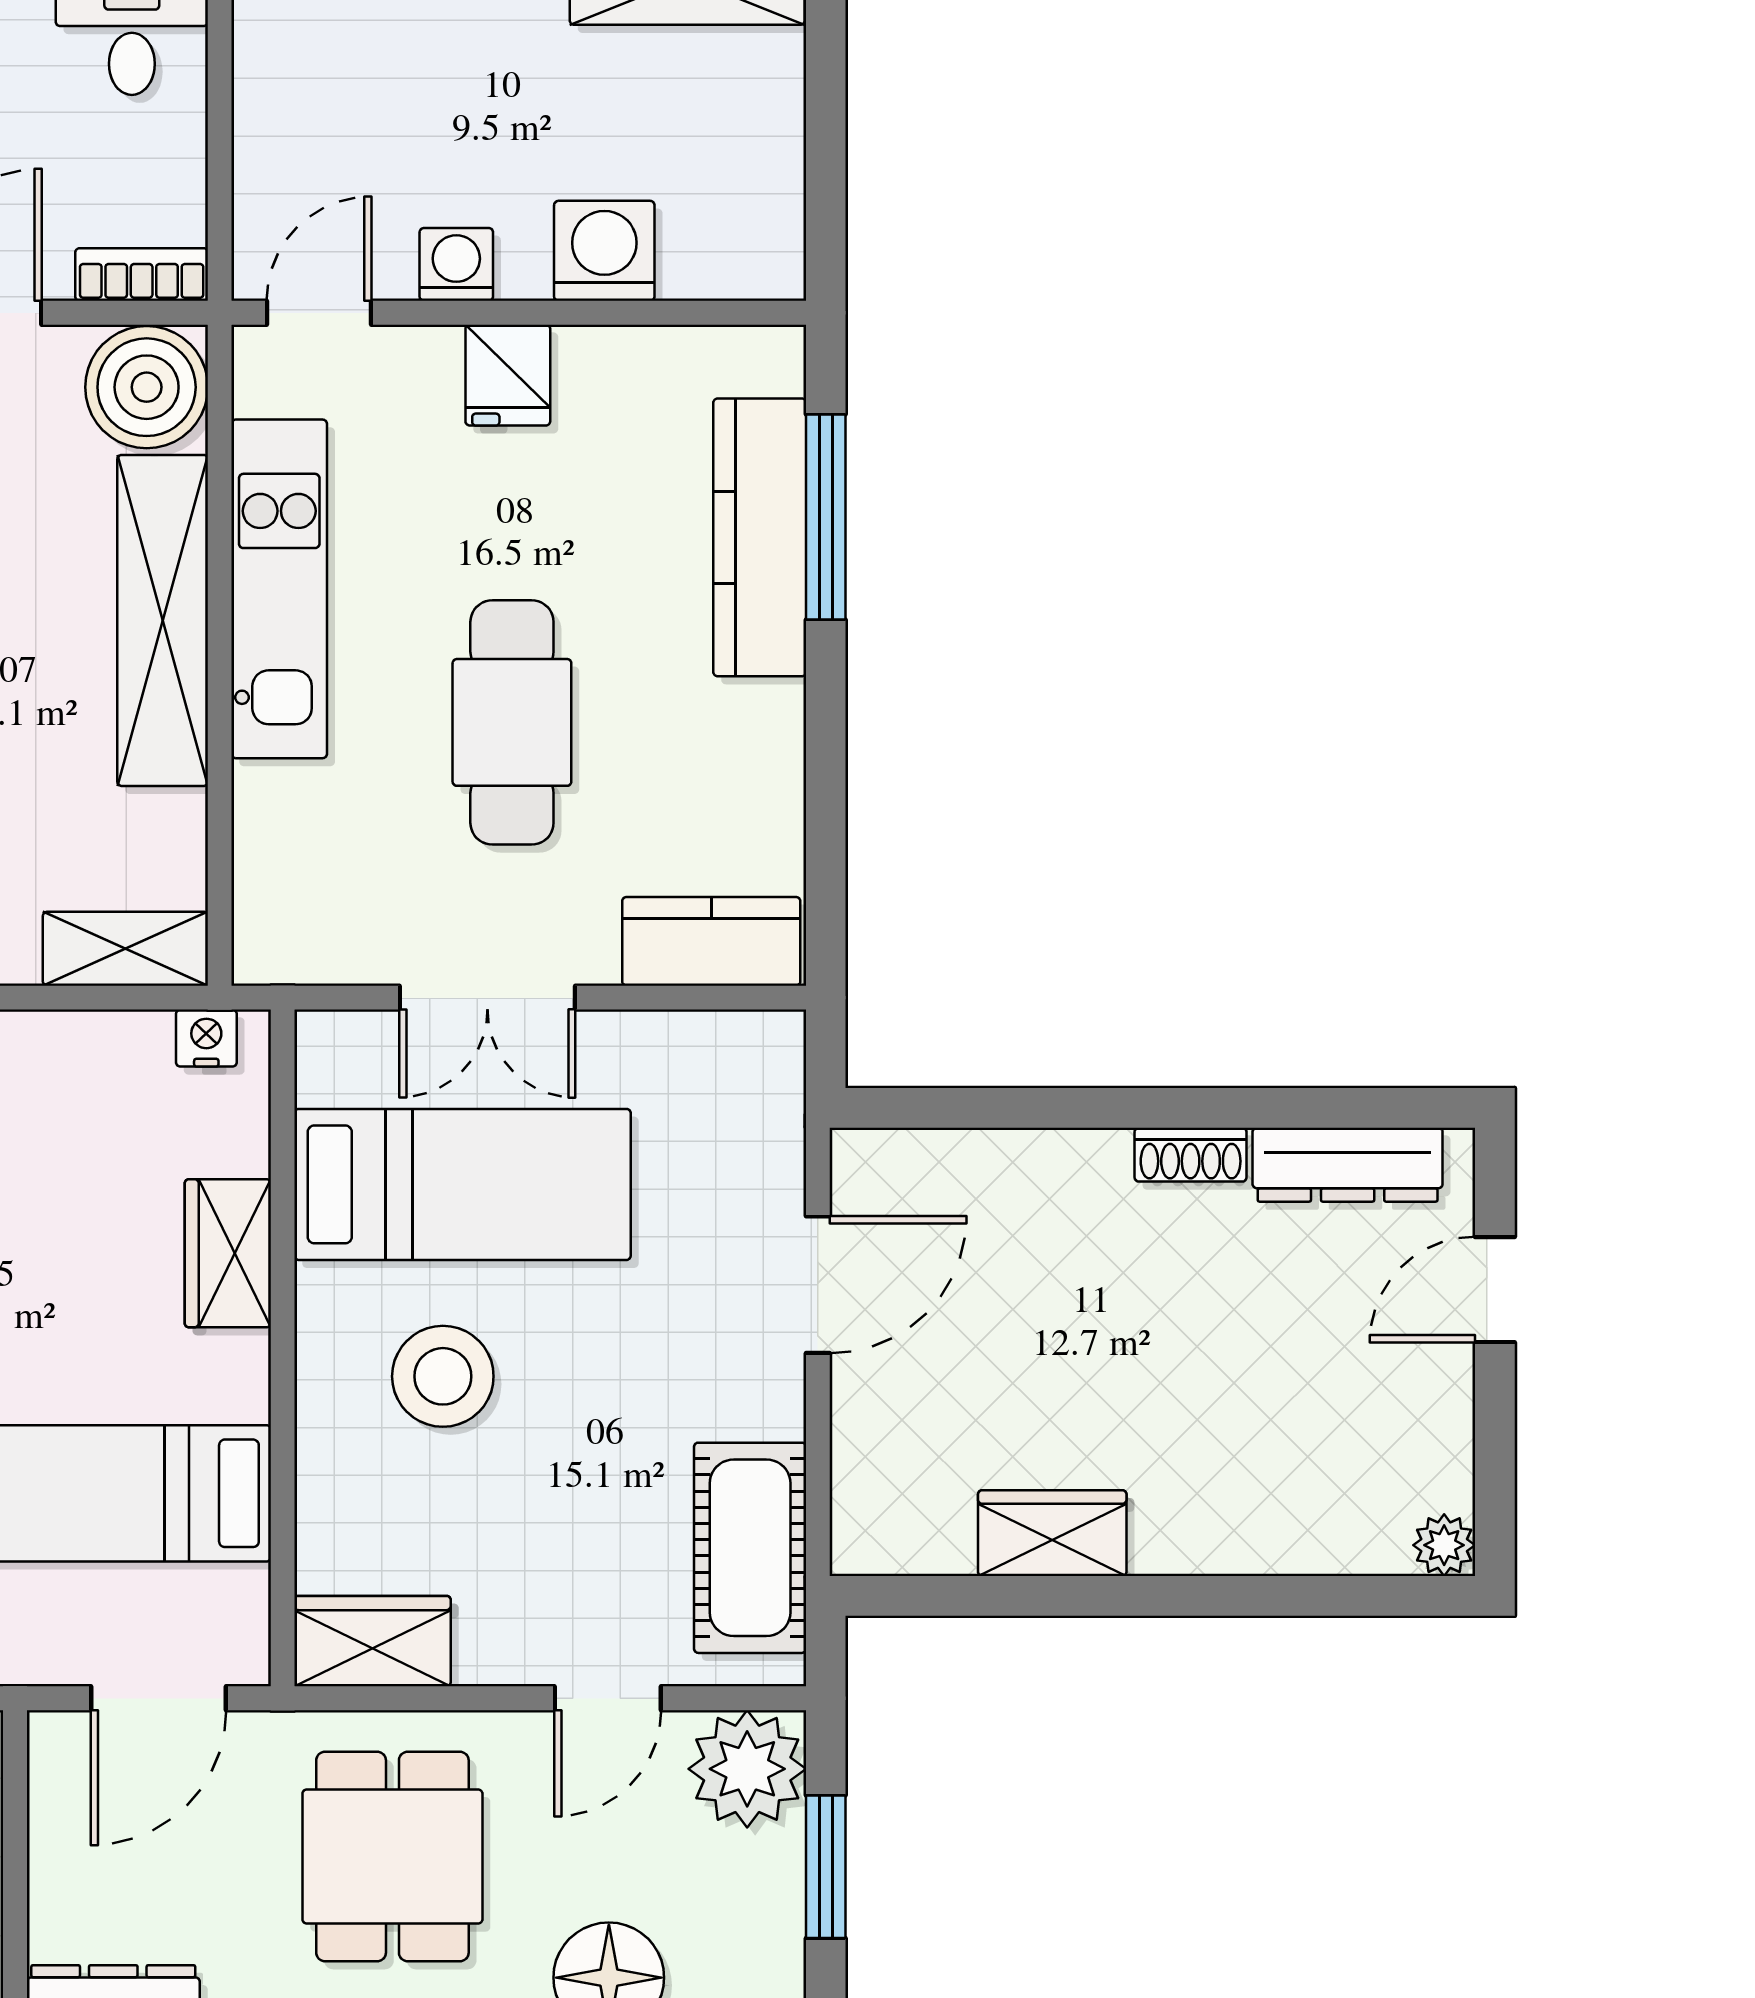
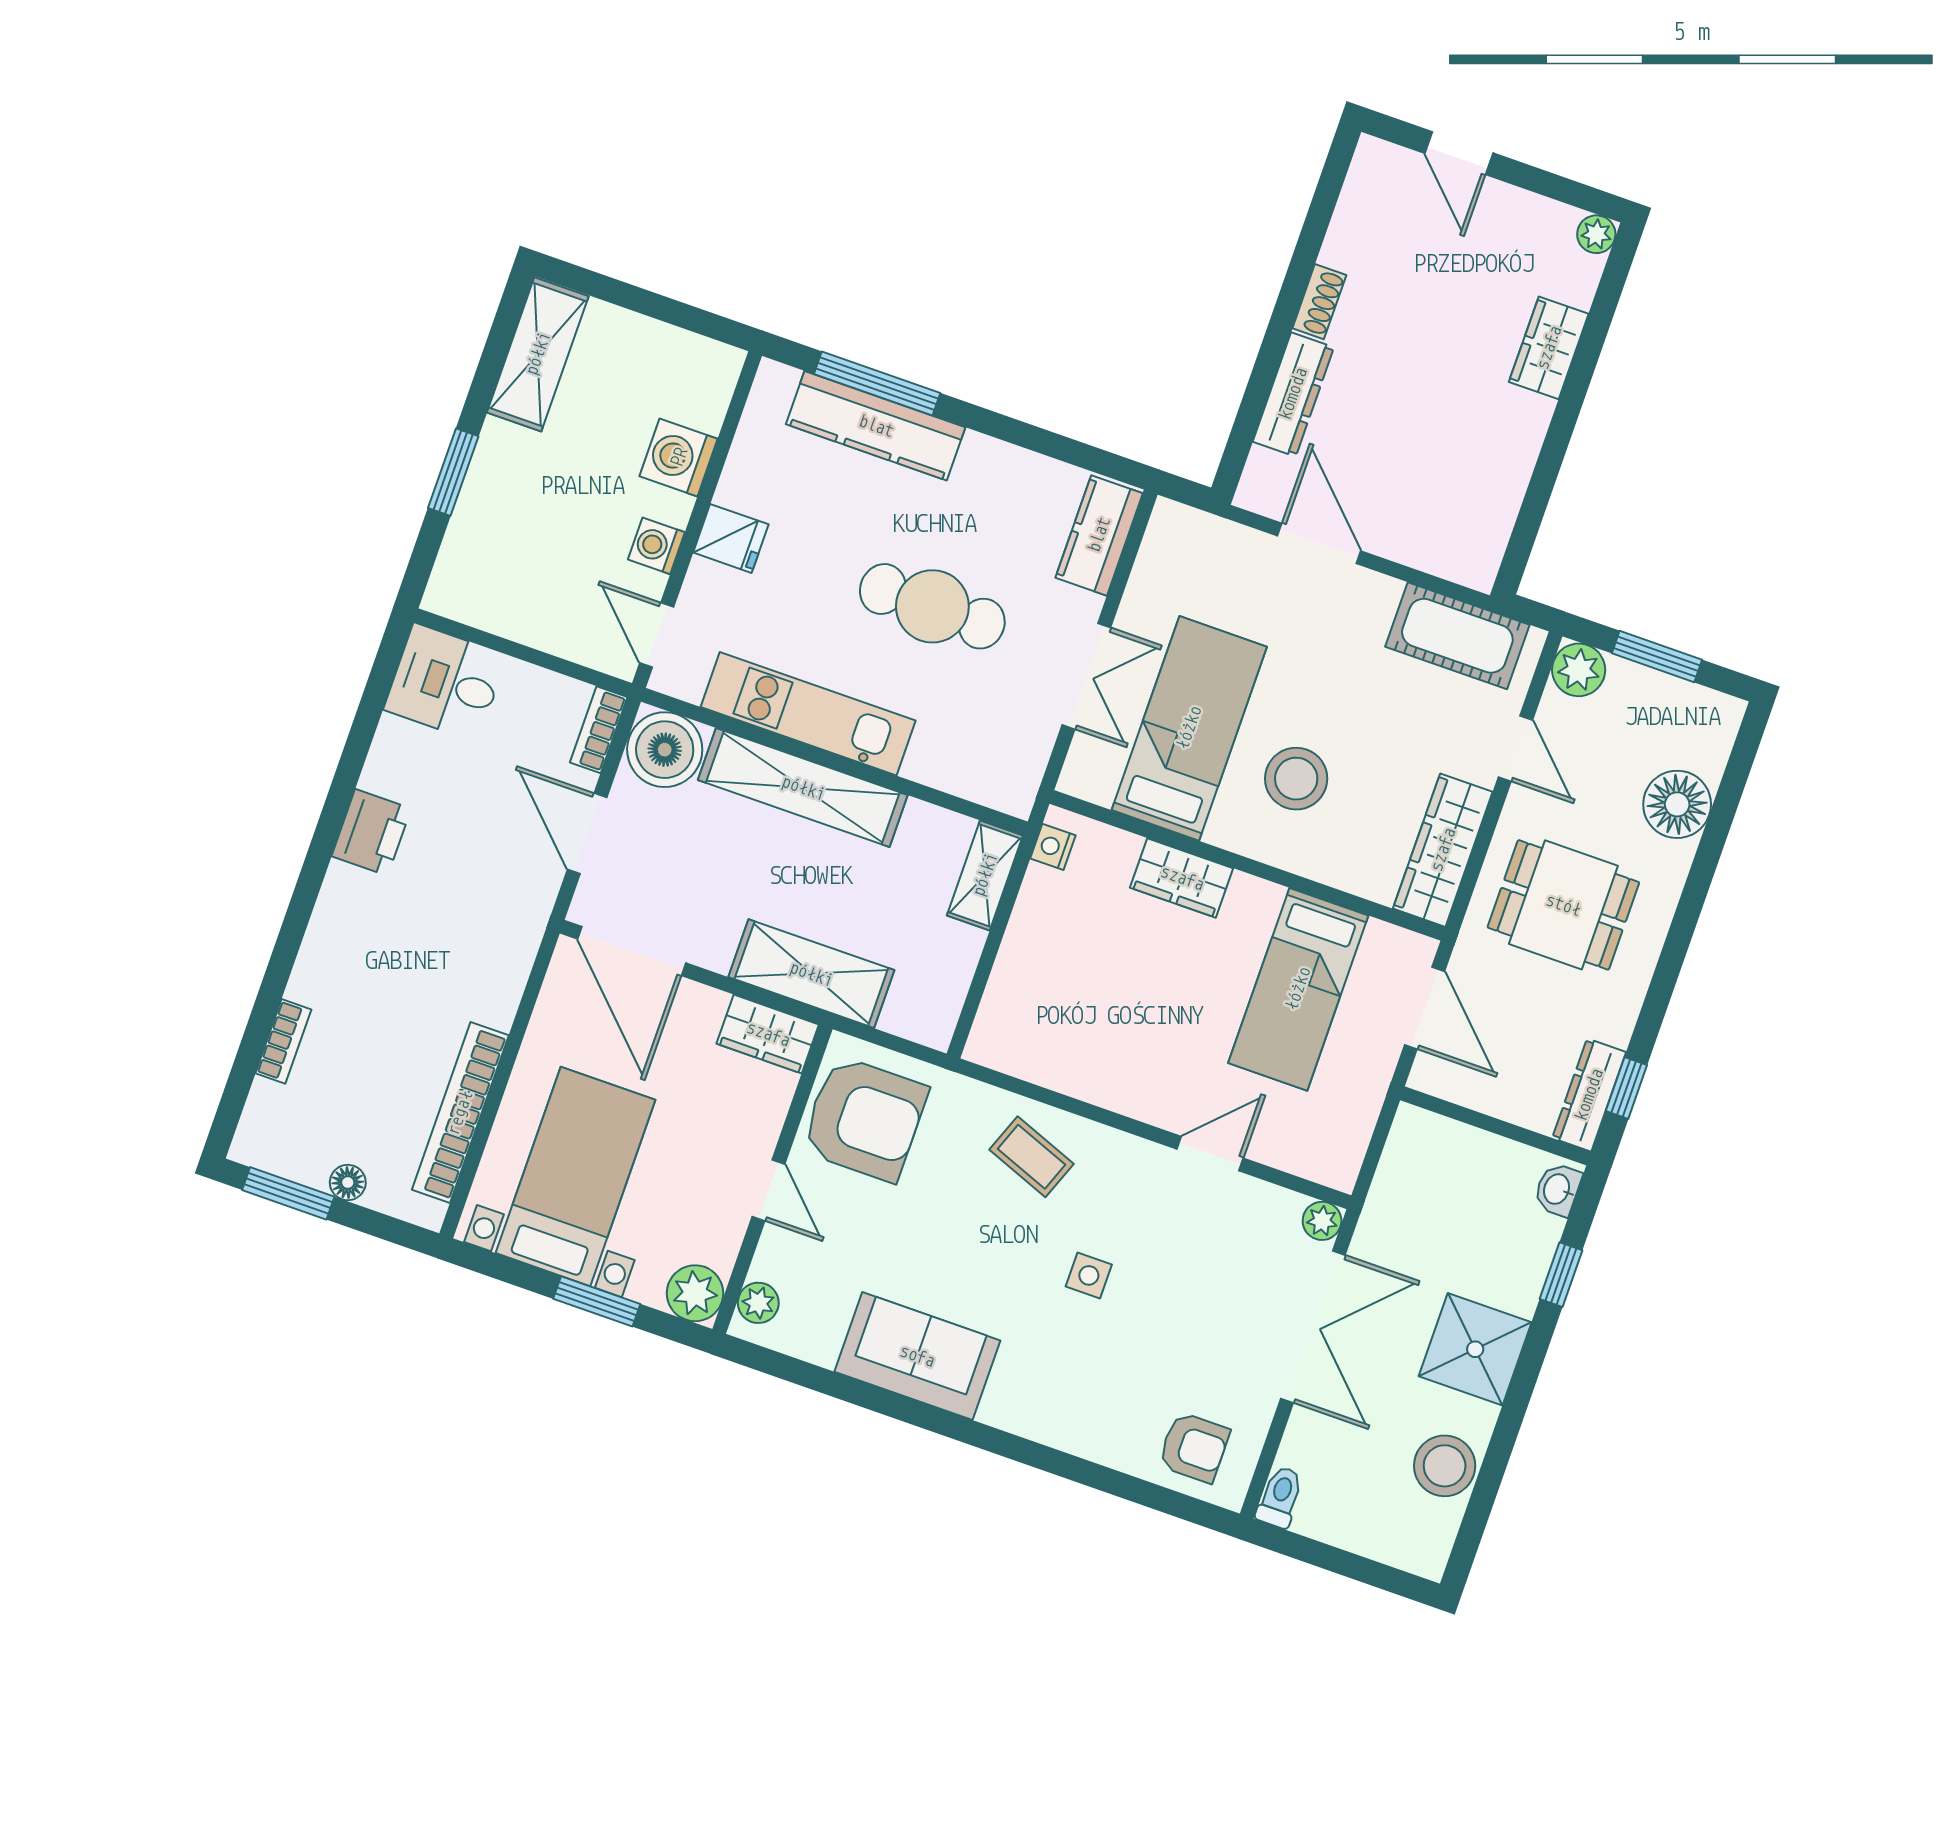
dresser: (1348, 1165) -> (1293, 394), moved
wardrobe: (1052, 1533) -> (1549, 348), moved
wardrobe: (373, 1641) -> (1443, 850), width x1.50
plant: (747, 1769) -> (1579, 670), width x0.73, depth x0.73

